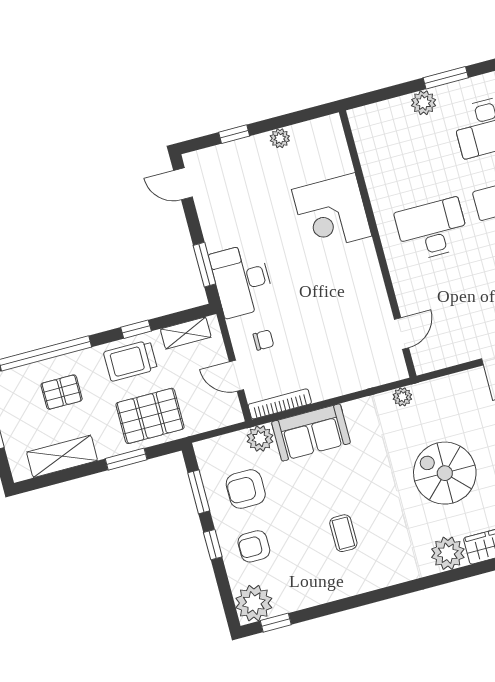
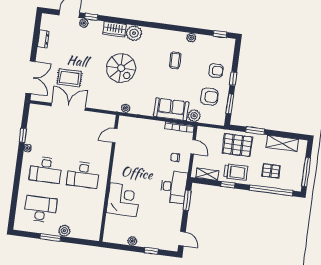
plant: (254, 603) -> (191, 38), moved, width x0.53, depth x0.53

